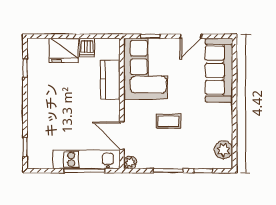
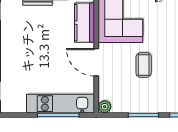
coffee table: (168, 121) -> (144, 65), turned 90
door: (122, 136) -> (96, 62), moved

